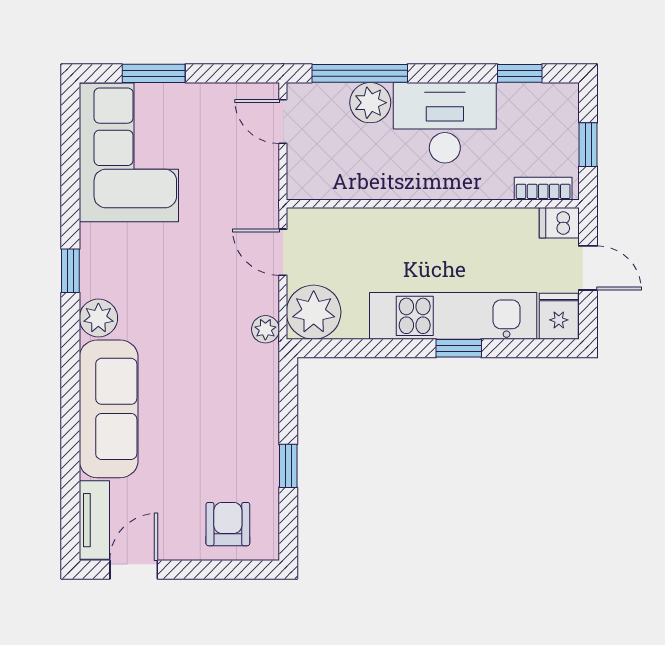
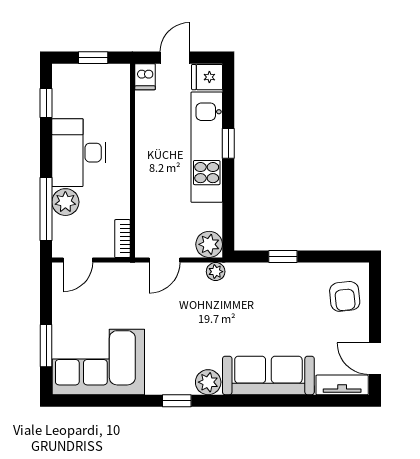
bookcase: (543, 189) -> (122, 239), moved
plant: (314, 312) -> (209, 244), width x0.73, depth x0.73
window: (288, 466) -> (283, 256), moved
armchair: (228, 524) -> (345, 296), turned -96

